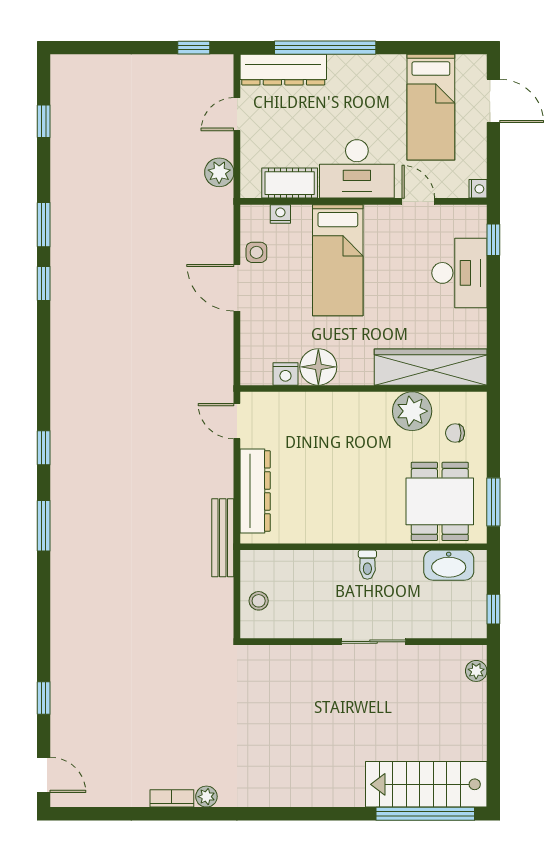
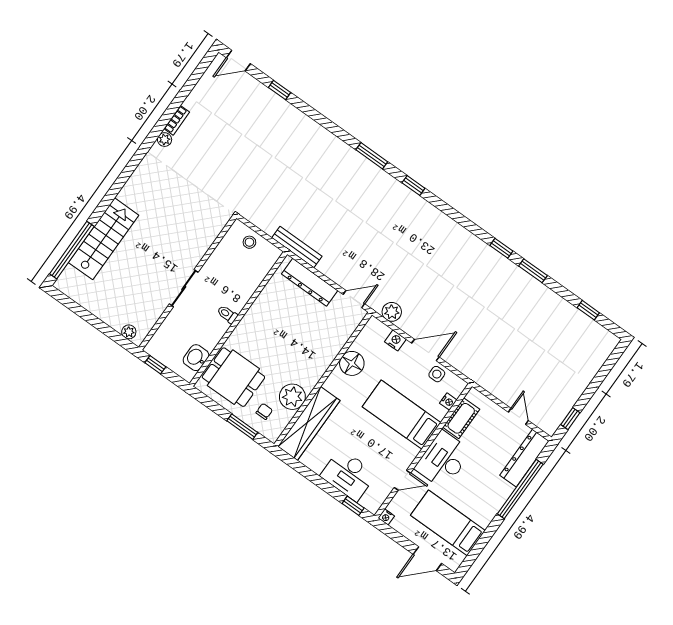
plant: (219, 172) -> (392, 312), moved
nightstand: (285, 374) -> (395, 340), moved, turned 90
window: (493, 502) -> (242, 427), moved
washbasin: (449, 565) -> (196, 358), width x0.72
stairs: (426, 784) -> (104, 239), moved

